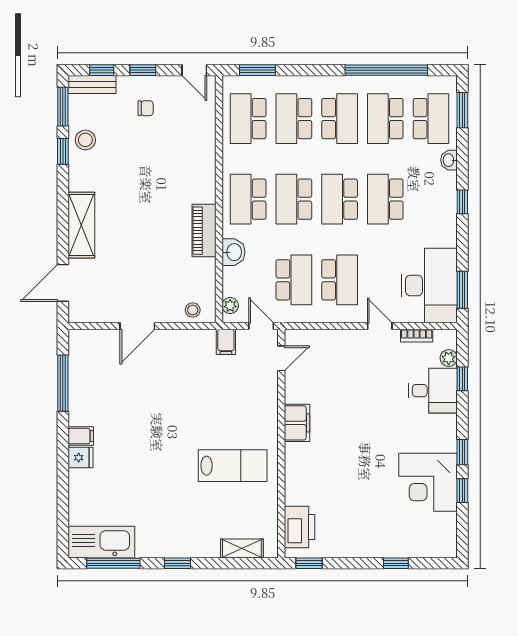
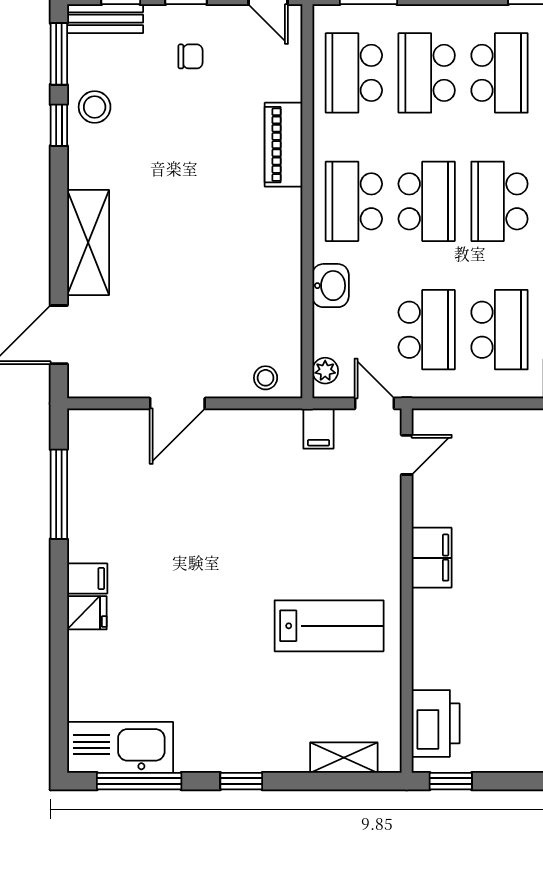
school desk: (294, 199) -> (427, 201), turned 180
piano: (204, 231) -> (284, 145), moved

